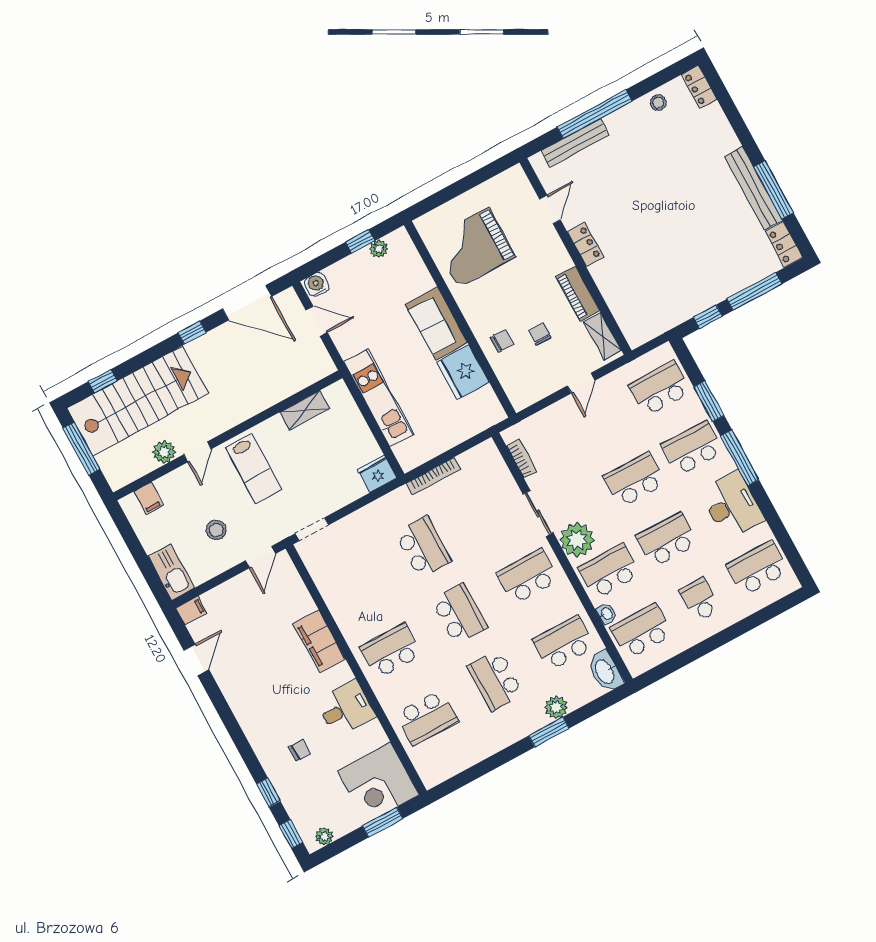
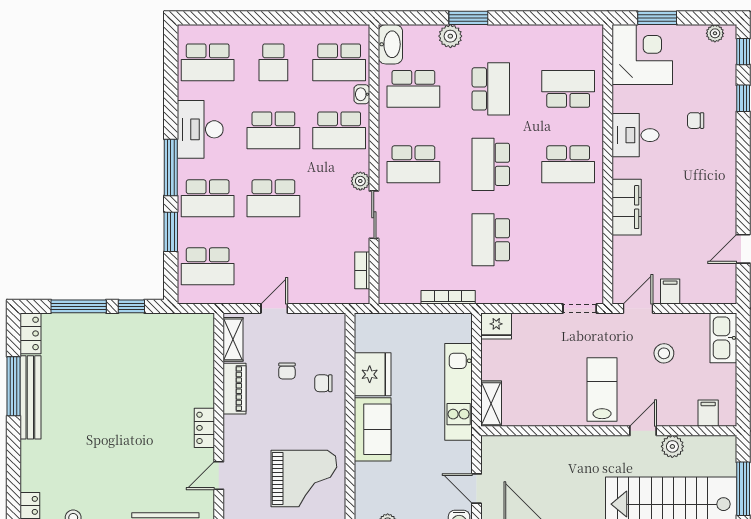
shelving: (304, 410) -> (491, 404), moved, turned 90
plant: (577, 540) -> (360, 181), width x0.53, depth x0.53
filing cabinet: (191, 610) -> (670, 291), moved, turned 90

